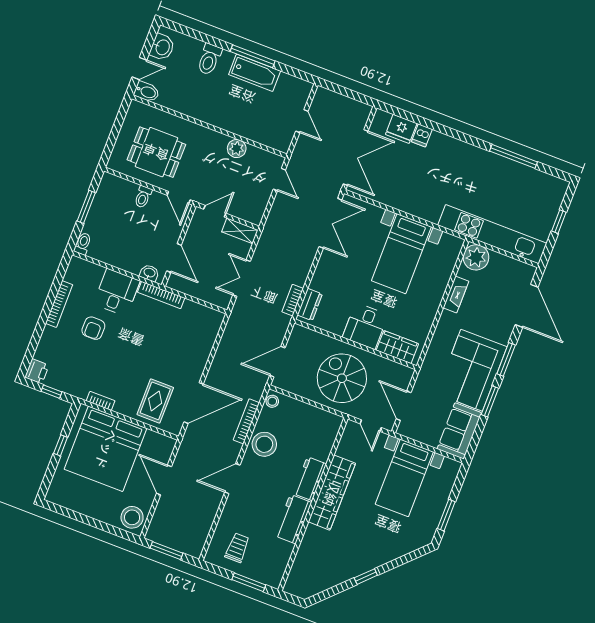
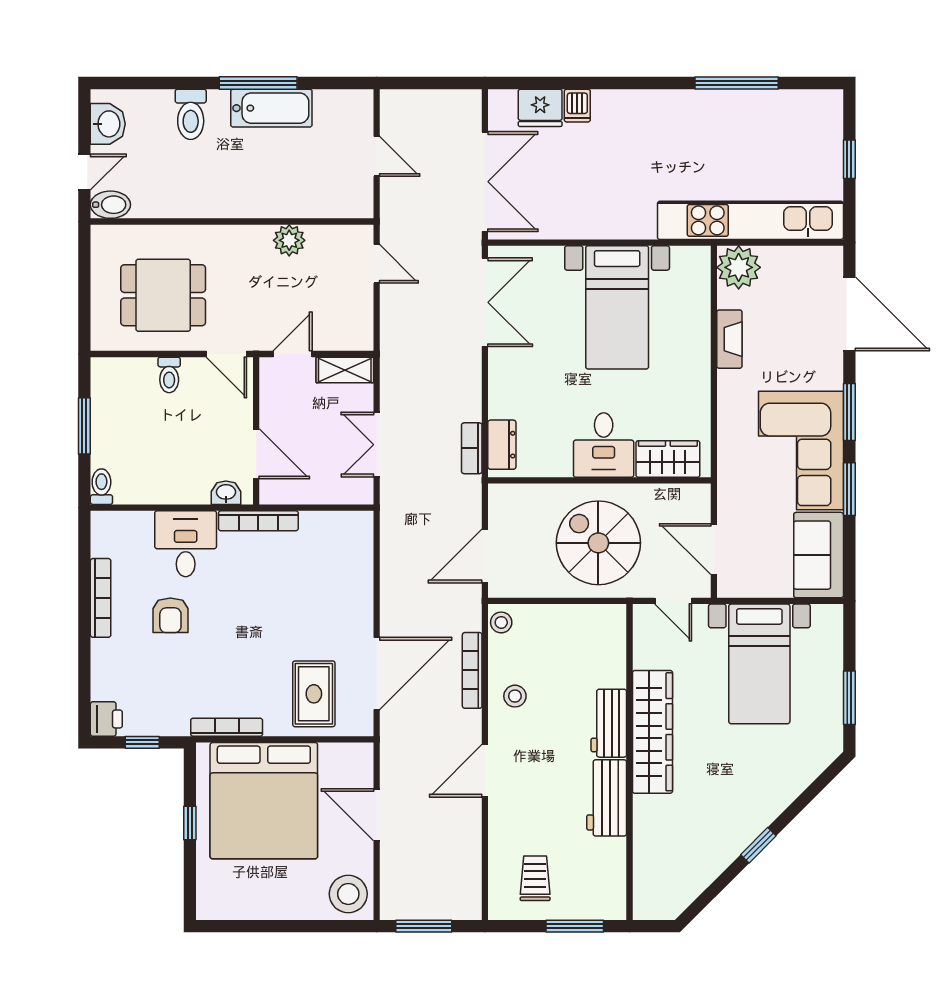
bookcase: (101, 401) -> (227, 727), width x1.56
stool: (264, 444) -> (515, 696), width x0.53, depth x0.53

